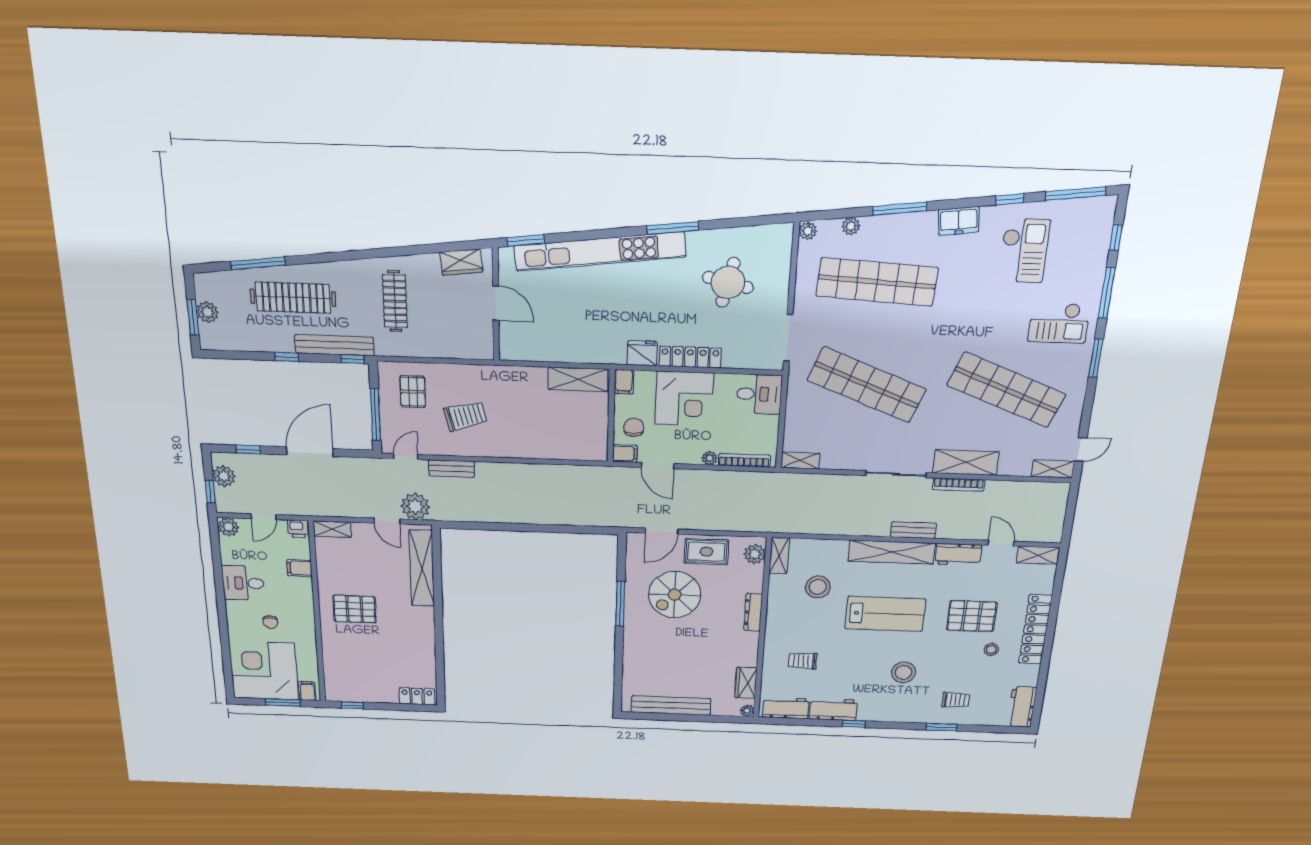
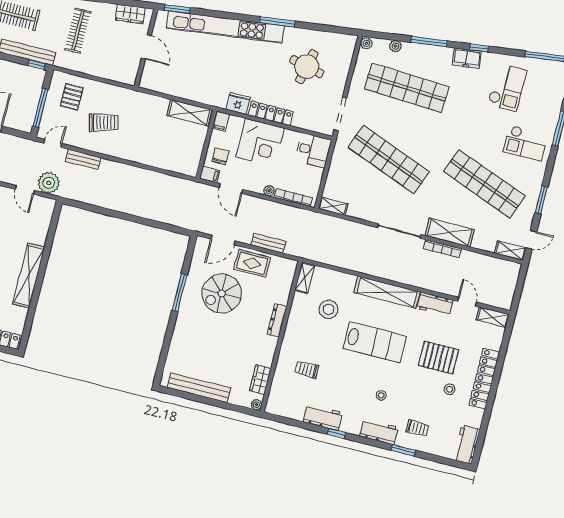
window: (1010, 199) -> (479, 48), moved
window: (1096, 358) -> (541, 200), moved
bench: (913, 530) -> (268, 243), moved
plant: (755, 554) -> (287, 273), removed
shelving: (422, 568) -> (29, 276), moved
stool: (904, 672) -> (381, 395), width x0.53, depth x0.53
workbench: (786, 708) -> (379, 432), moved

